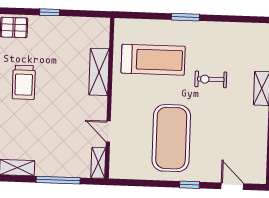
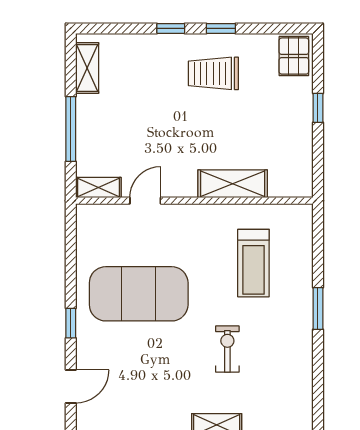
treadmill: (153, 60) -> (253, 263), width x0.73, depth x0.73

